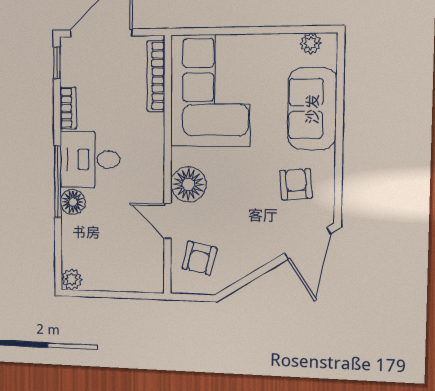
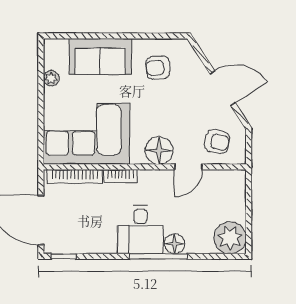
plant: (311, 43) -> (51, 78), moved
bookcase: (68, 108) -> (120, 176), moved, turned 180
door: (307, 243) -> (223, 88), moved
plant: (72, 280) -> (230, 238), width x1.87, depth x1.87

